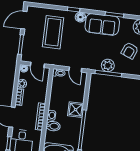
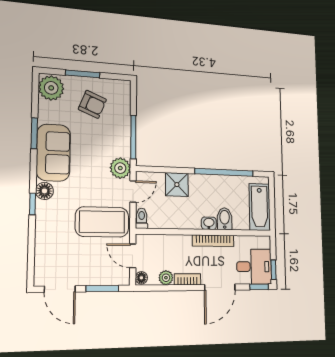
coffee table: (53, 32) -> (102, 222), moved
door: (37, 65) -> (133, 256), swing flipped
plant: (108, 65) -> (120, 168), moved
shower: (76, 110) -> (177, 185), moved

